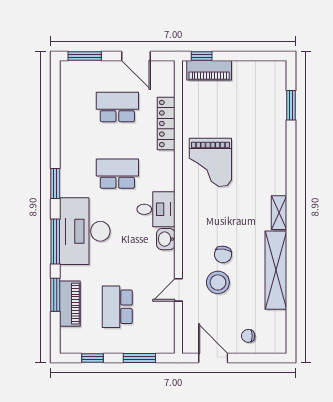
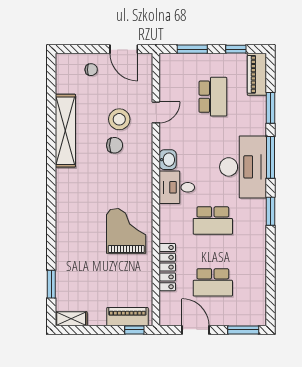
shelving: (279, 213) -> (71, 319), moved, turned 90
chair: (223, 255) -> (115, 145), turned 83
piano: (70, 304) -> (257, 74), moved

